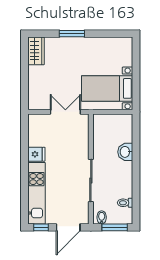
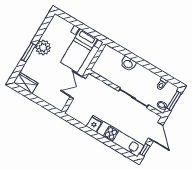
plant: (87, 47) -> (43, 48), added

